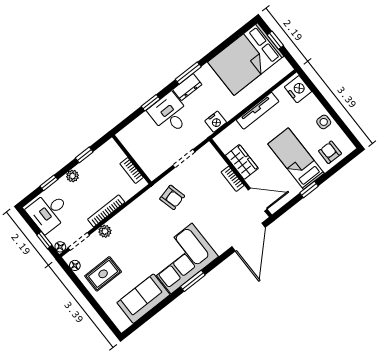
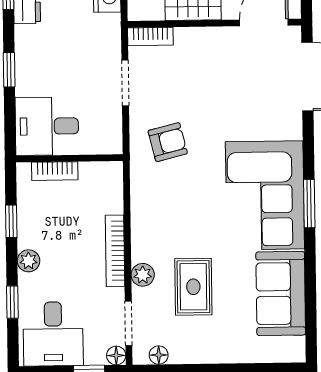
desk: (170, 114) -> (47, 126), moved
bookcase: (132, 171) -> (55, 171), moved
bookcase: (233, 179) -> (150, 36), moved
rug: (103, 274) -> (193, 287), moved

